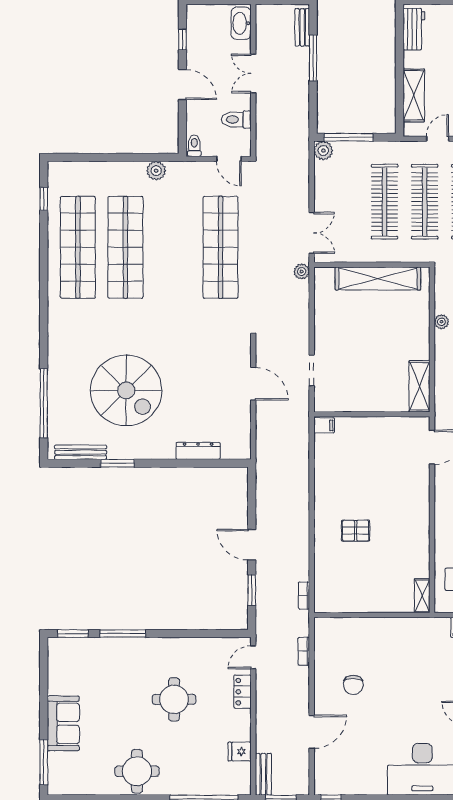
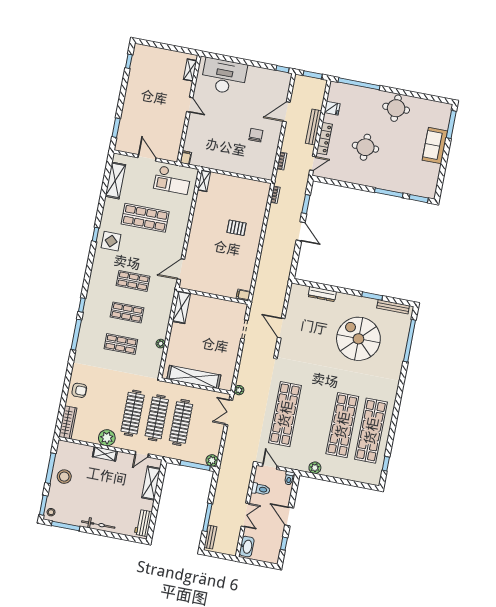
locker: (243, 692) -> (324, 139), width x1.53
bench: (263, 774) -> (314, 127), moved, width x1.36

